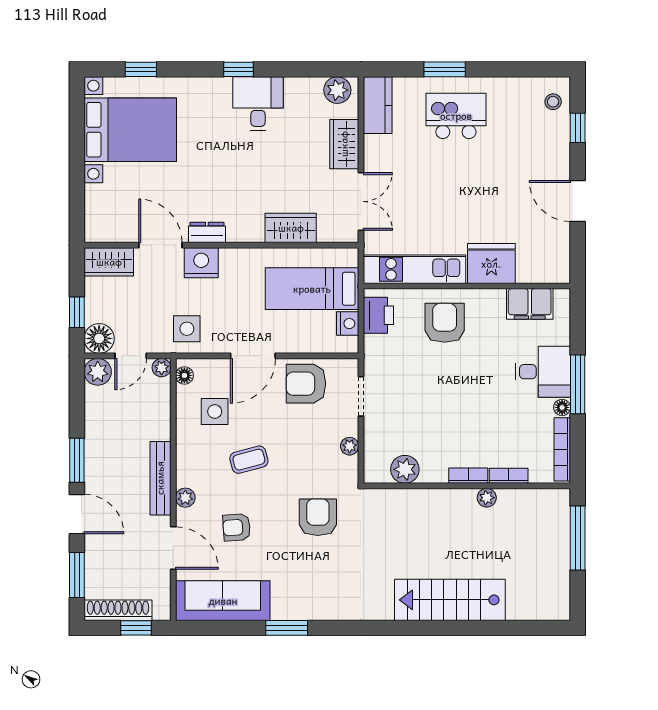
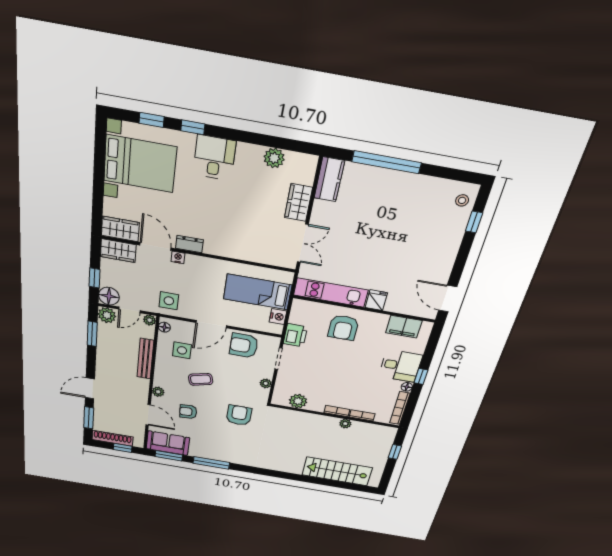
window: (239, 69) -> (193, 127), moved
window: (445, 69) -> (387, 162), width x2.11
plant: (337, 90) -> (274, 158), moved
desk: (258, 104) -> (214, 158), moved
kitchen island: (456, 116) -> (386, 198), removed
door: (578, 201) -> (448, 299), moved
wardrobe: (291, 228) -> (120, 229), moved
nightstand: (201, 263) -> (178, 257), width x0.53, depth x0.56
fridge: (491, 264) -> (376, 300), width x0.53, depth x0.75
printer: (378, 315) -> (295, 335), moved
armchair: (445, 323) -> (343, 328), turned 180
window: (578, 384) -> (421, 376), width x0.46
window: (77, 460) -> (92, 334), moved
bench: (160, 478) -> (145, 359), moved
door: (77, 514) -> (90, 388), swing flipped
window: (578, 538) -> (395, 452), width x0.46
stairs: (450, 600) -> (337, 471), moved
sofa: (223, 601) -> (168, 443), width x0.73
window: (214, 628) -> (169, 456), added
window: (287, 628) -> (211, 463), width x1.44

